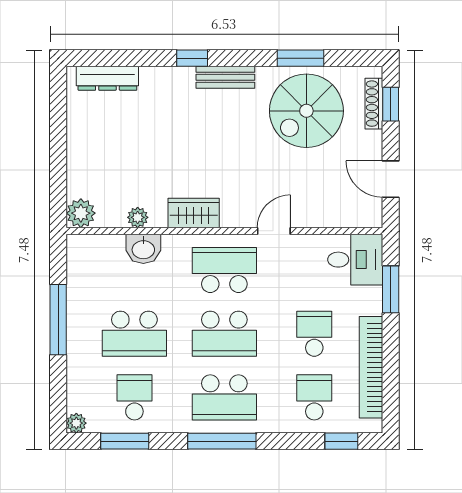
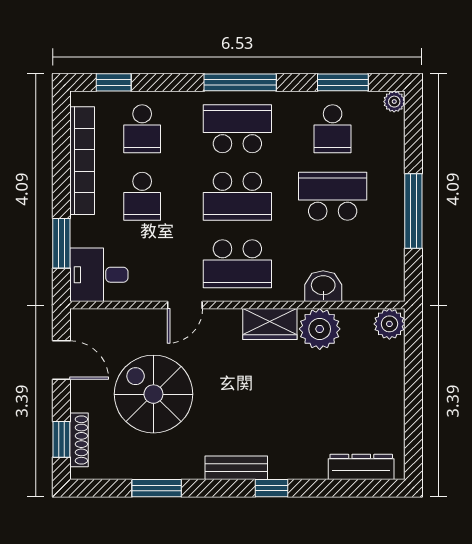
spiral stairs: (306, 111) -> (153, 394), moved, turned -90
plant: (138, 217) -> (320, 329), width x1.88, depth x1.88
school desk: (224, 334) -> (237, 196), turned 180

